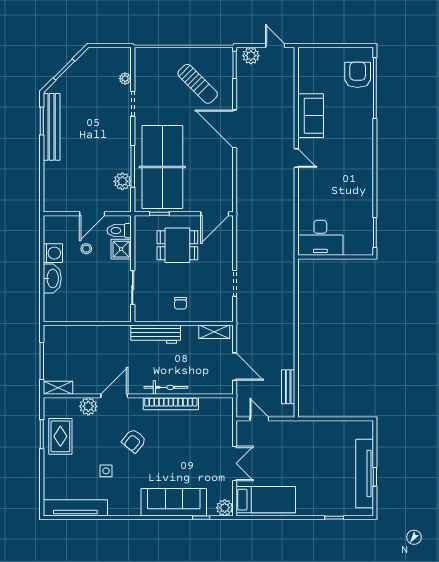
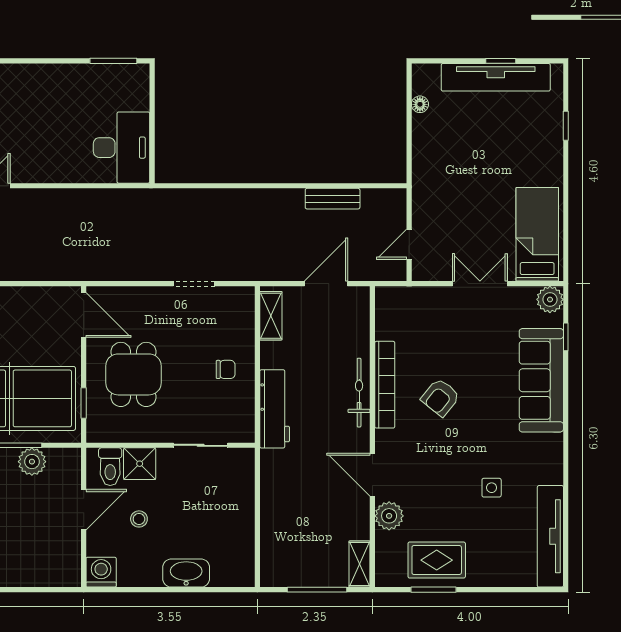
door: (92, 214) -> (84, 510), hinge flipped
washing machine: (53, 253) -> (101, 572), moved
bench: (288, 387) -> (333, 199), moved
floor lamp: (348, 426) -> (420, 104), added
armchair: (134, 441) -> (440, 397), moved, turned 90

